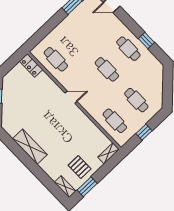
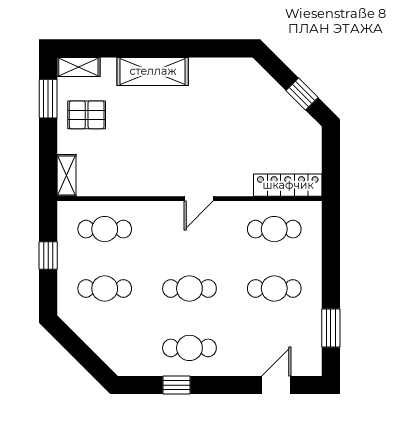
cafe table: (77, 39) -> (274, 288), added
locker: (31, 65) -> (288, 185), width x1.53
shelving: (30, 147) -> (153, 71), moved

